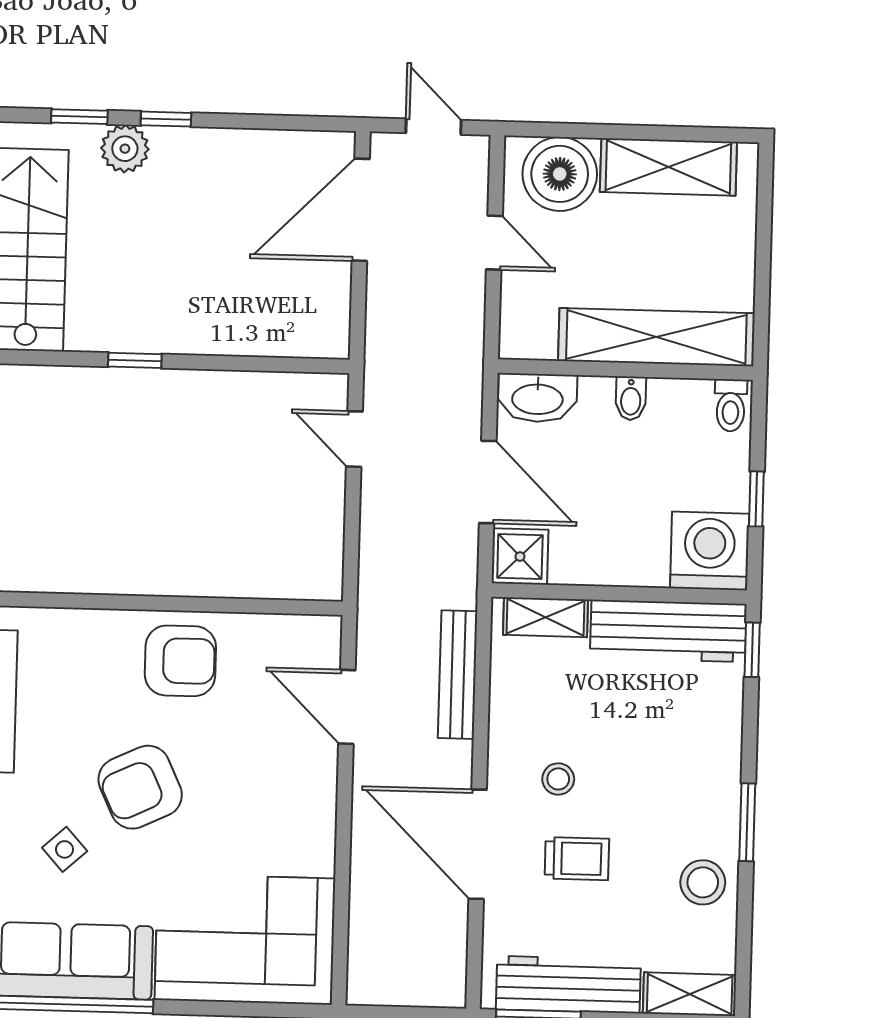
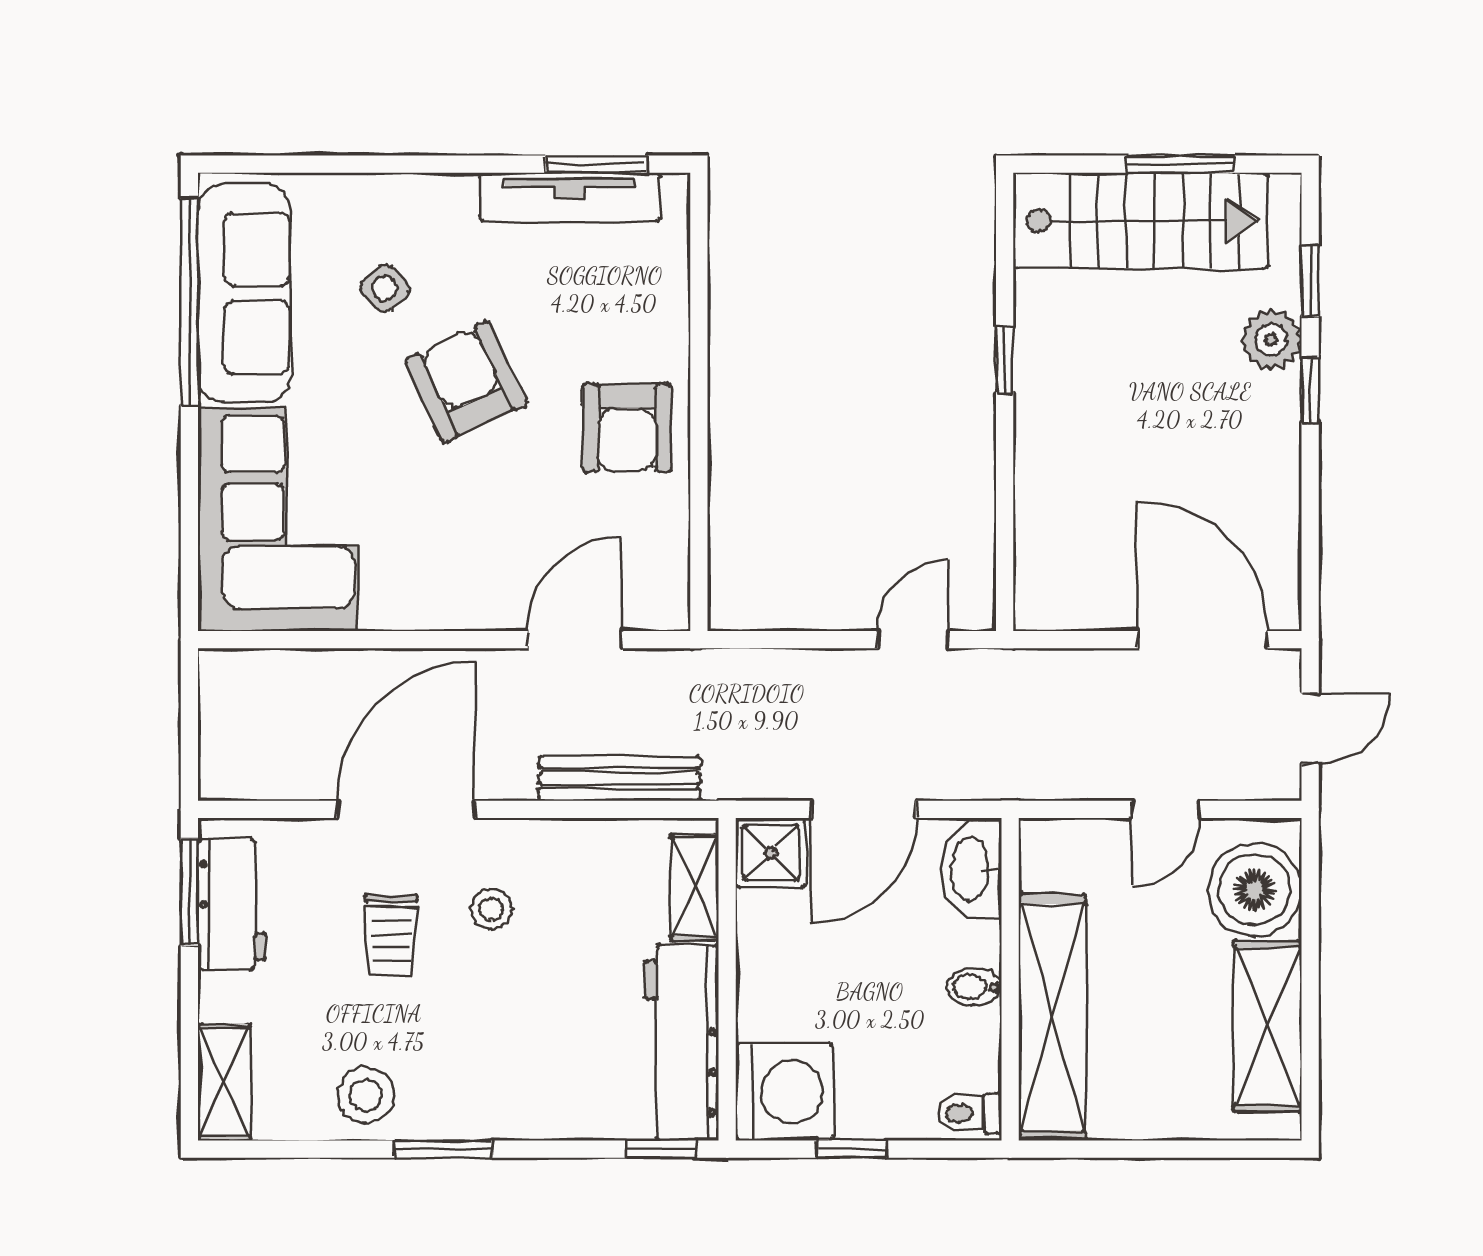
workbench: (568, 985) -> (232, 904), width x0.73

